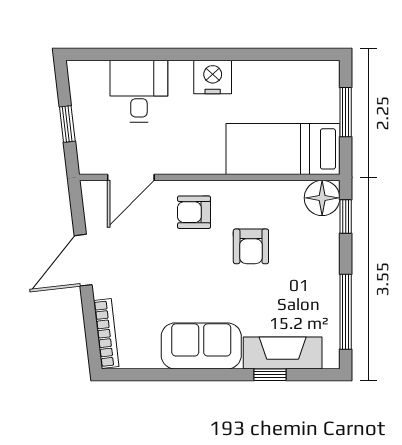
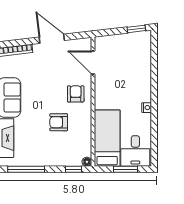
nightstand: (213, 77) -> (147, 108), width x0.53, depth x0.56
desk: (139, 91) -> (135, 151), moved, turned 90
window: (67, 124) -> (136, 29), moved
floor lamp: (322, 198) -> (87, 162), width x0.53, depth x0.53

